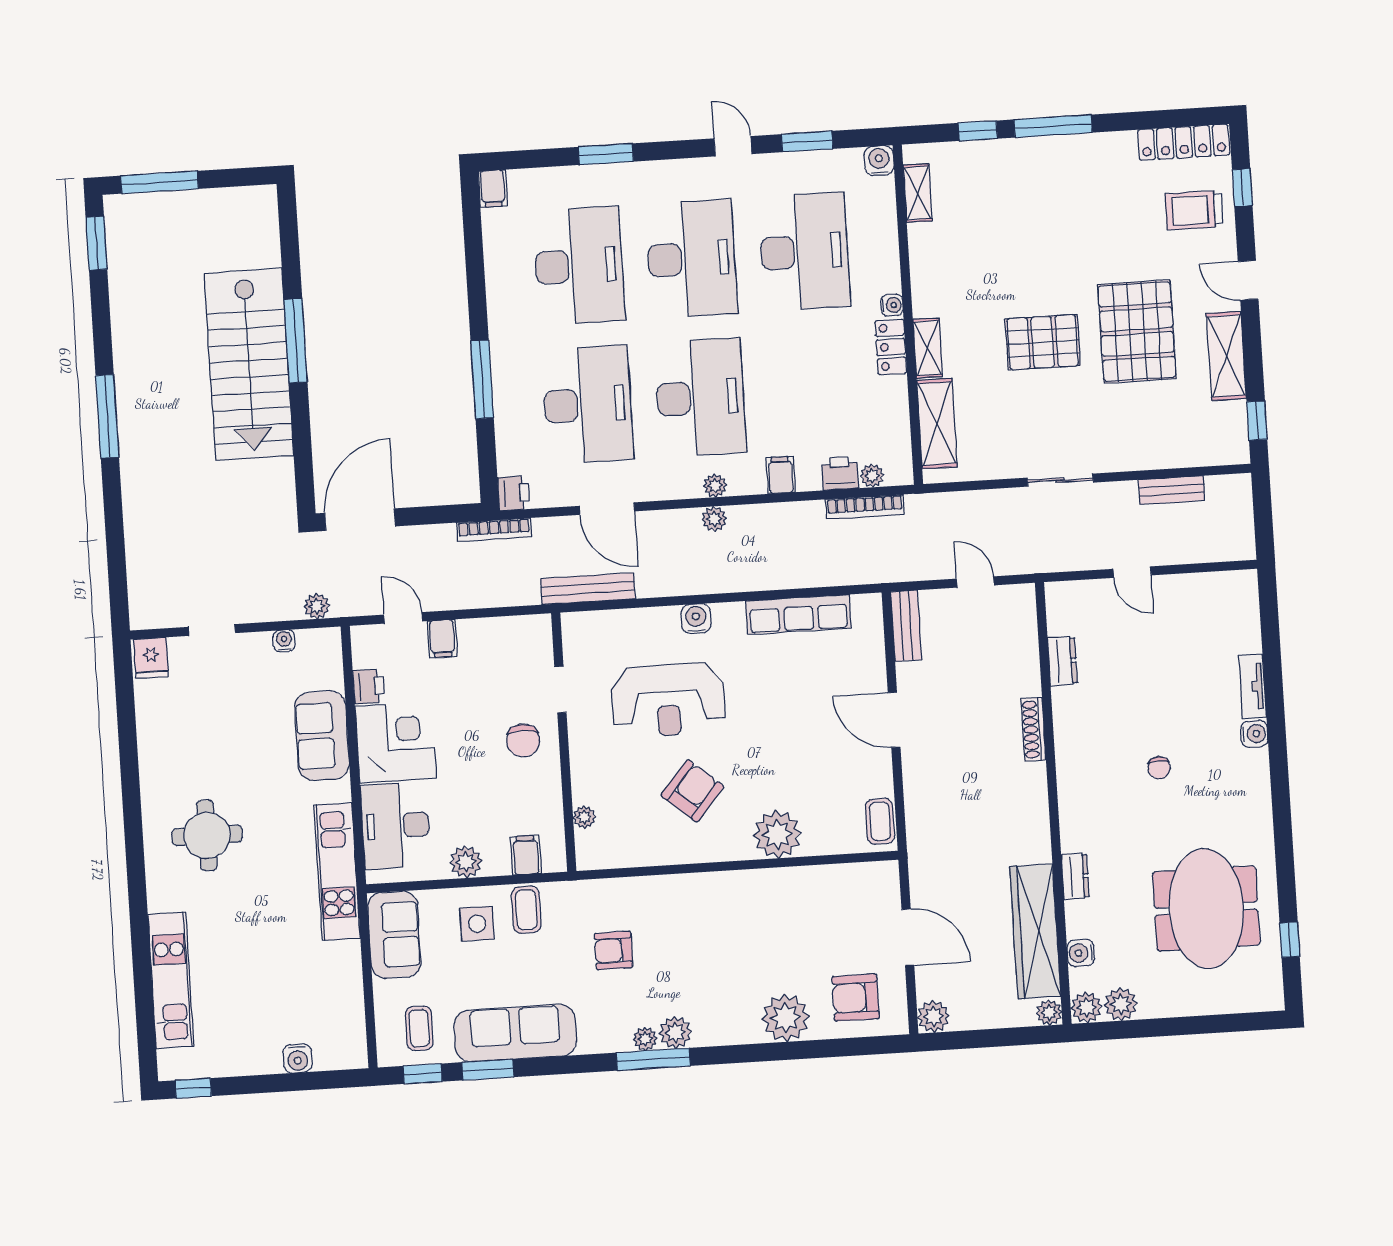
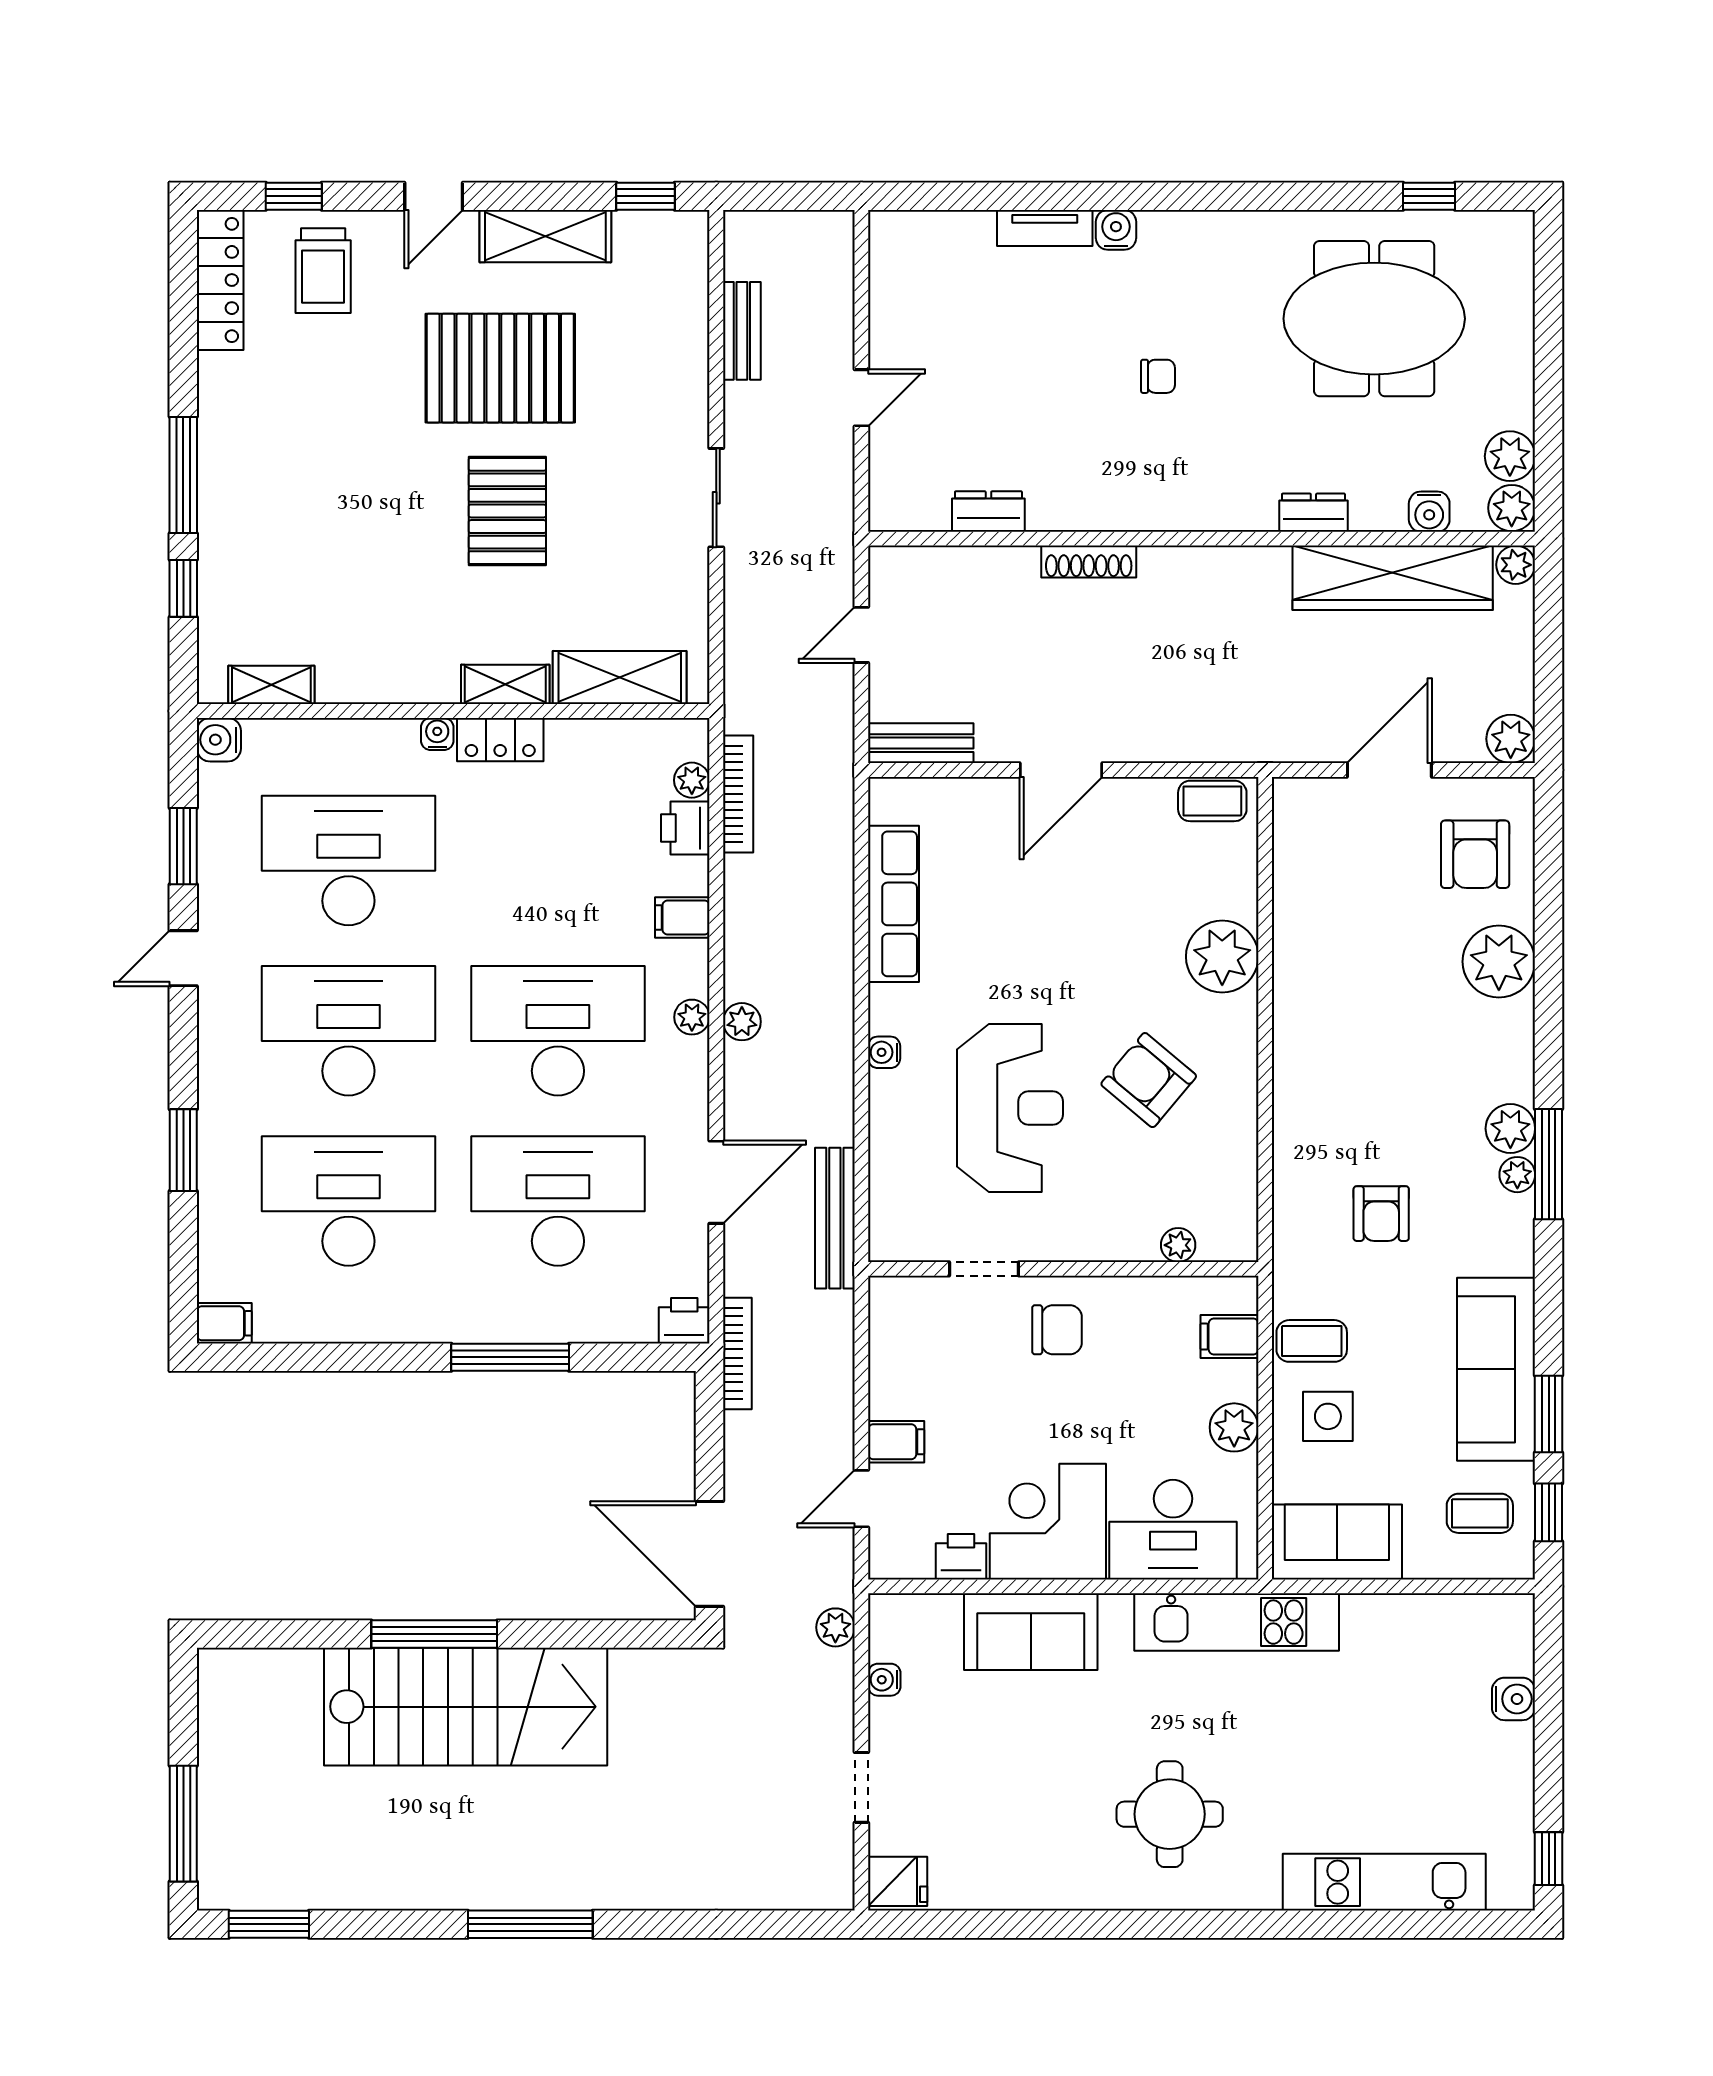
water cooler: (696, 619) -> (884, 1052), width x0.72, depth x0.72

